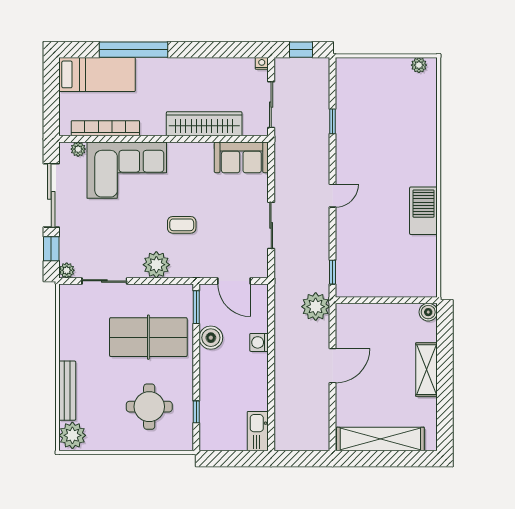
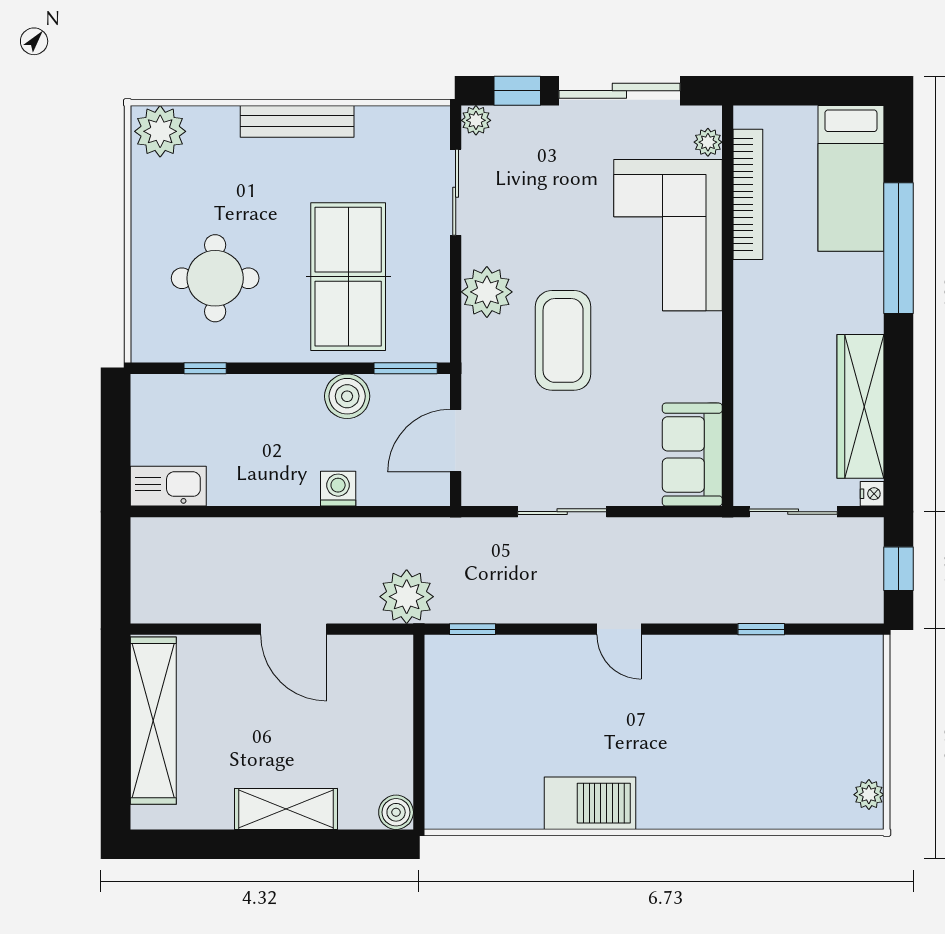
wardrobe: (204, 124) -> (860, 406), moved, turned 180
coffee table: (182, 225) -> (563, 340), width x1.86, depth x1.72
bench: (67, 391) -> (297, 121), moved

